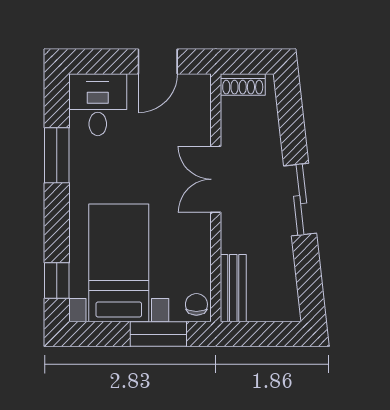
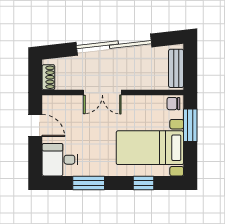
sliding door: (300, 200) -> (114, 45), width x1.86
window: (57, 281) -> (143, 183), moved
bench: (233, 288) -> (176, 68), moved, turned 90

